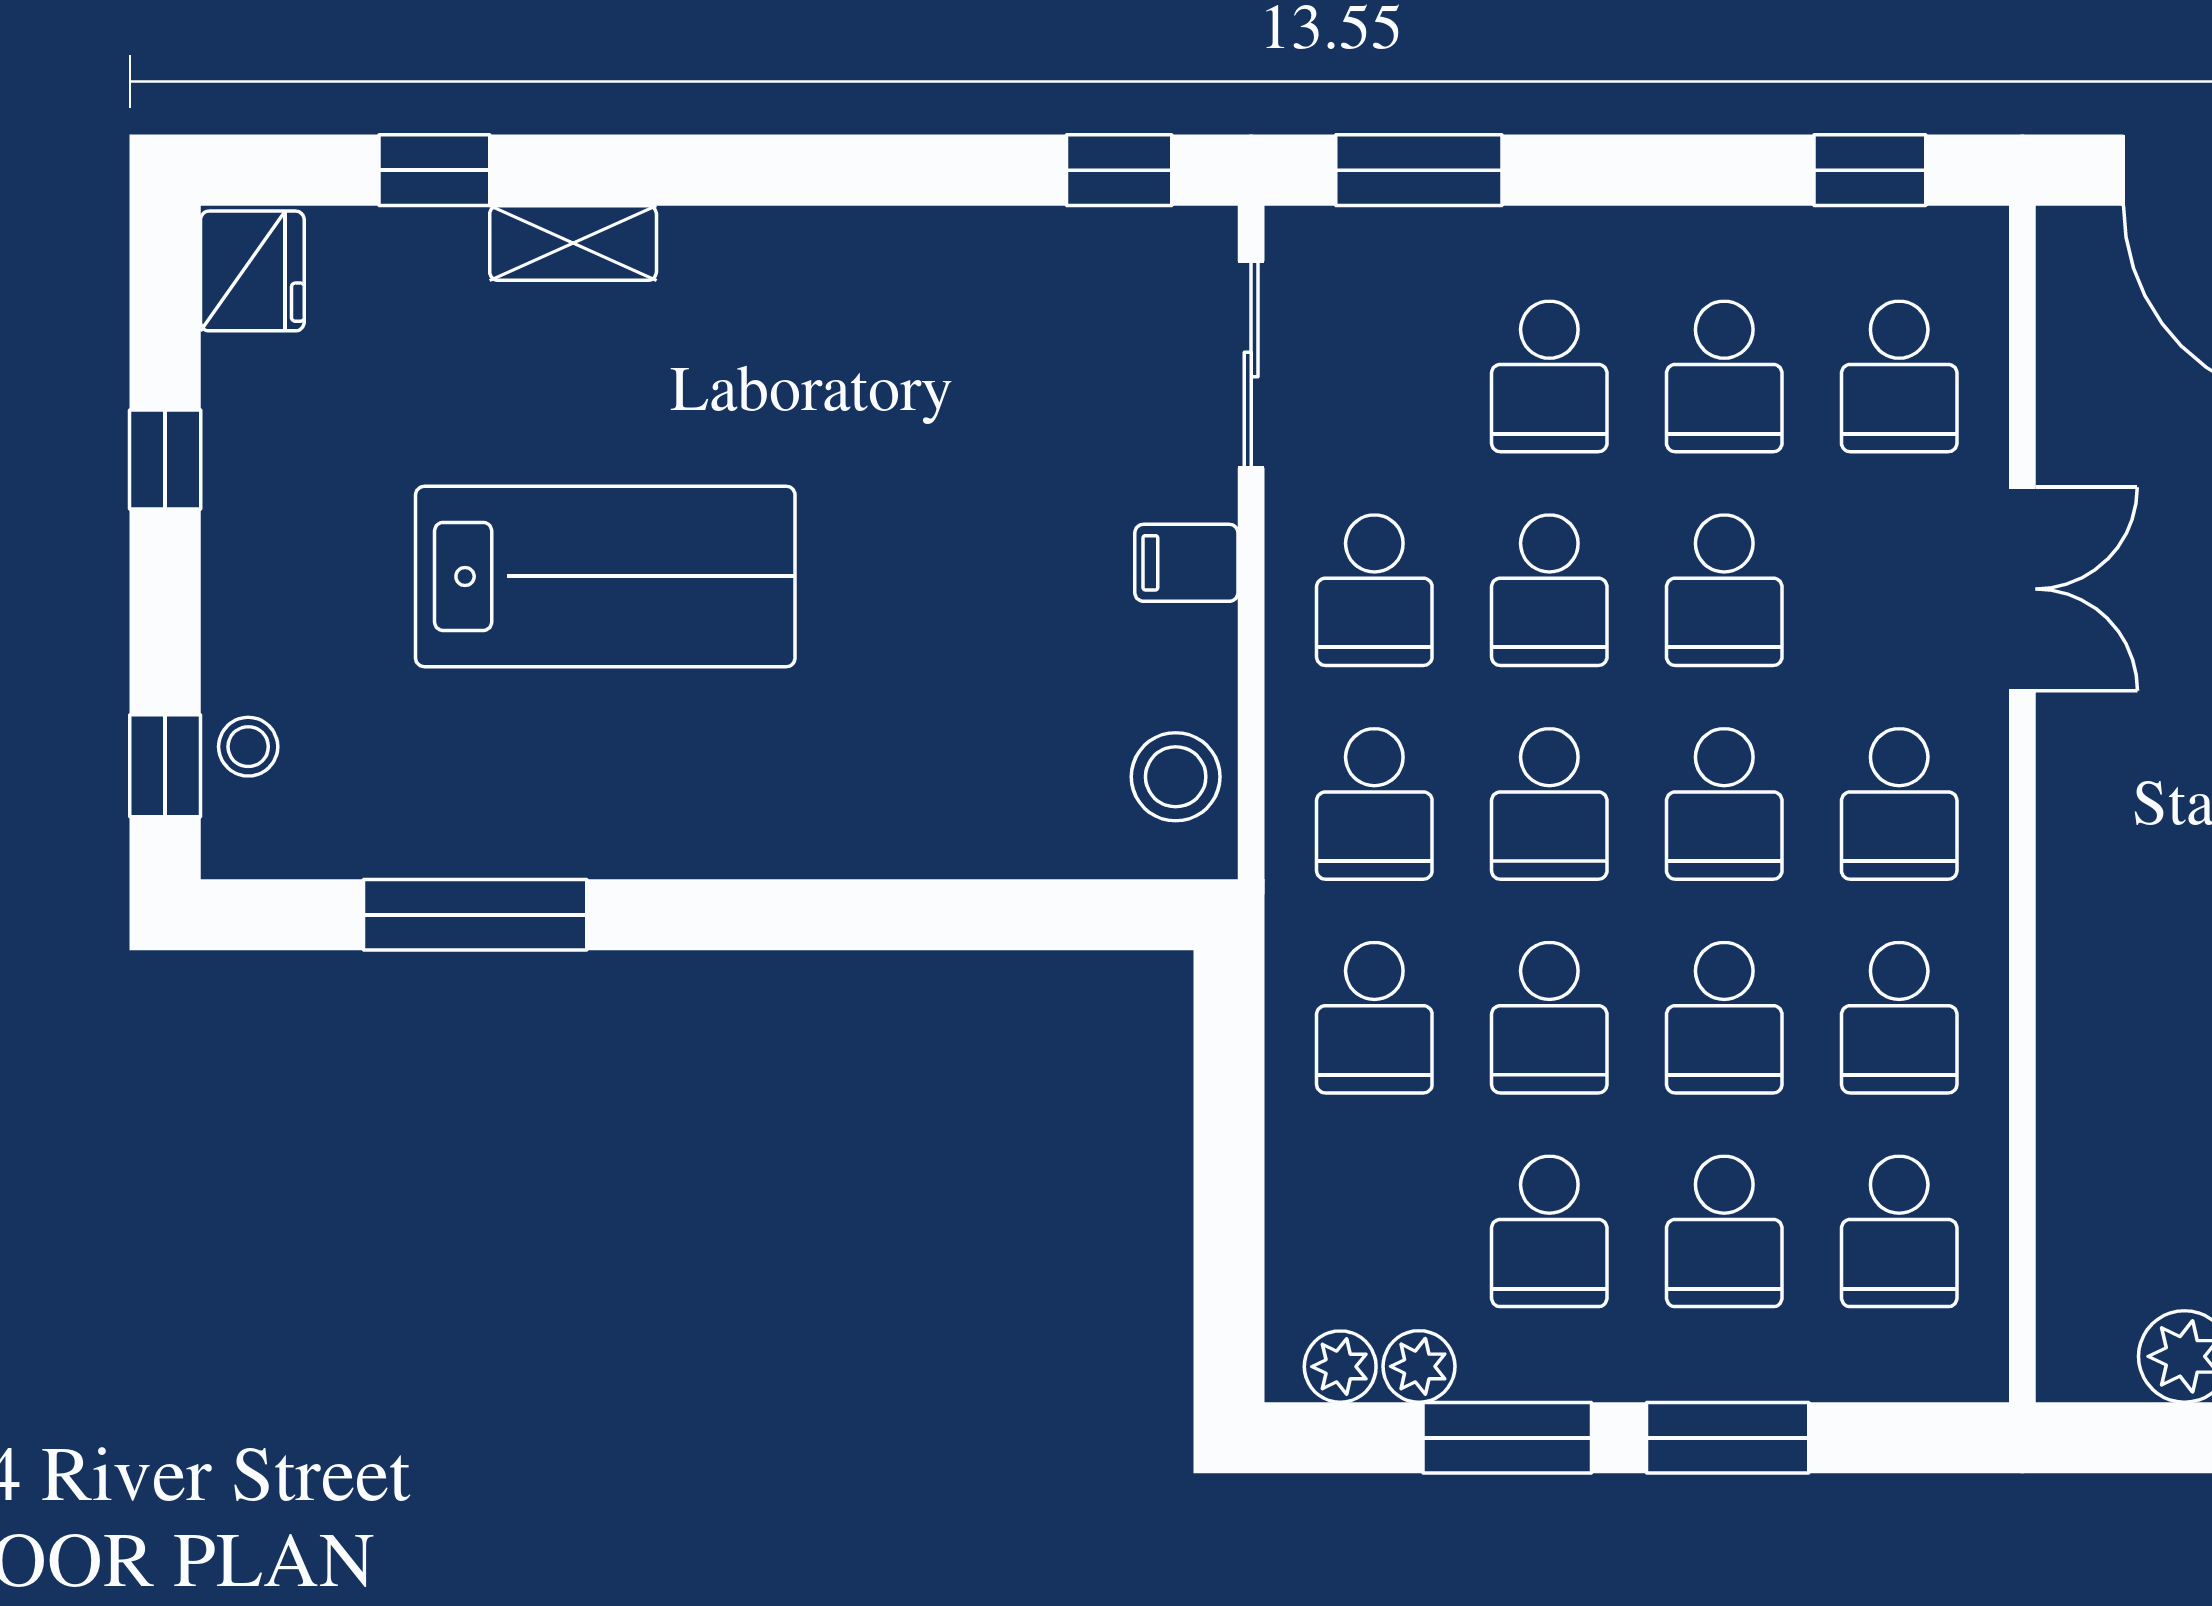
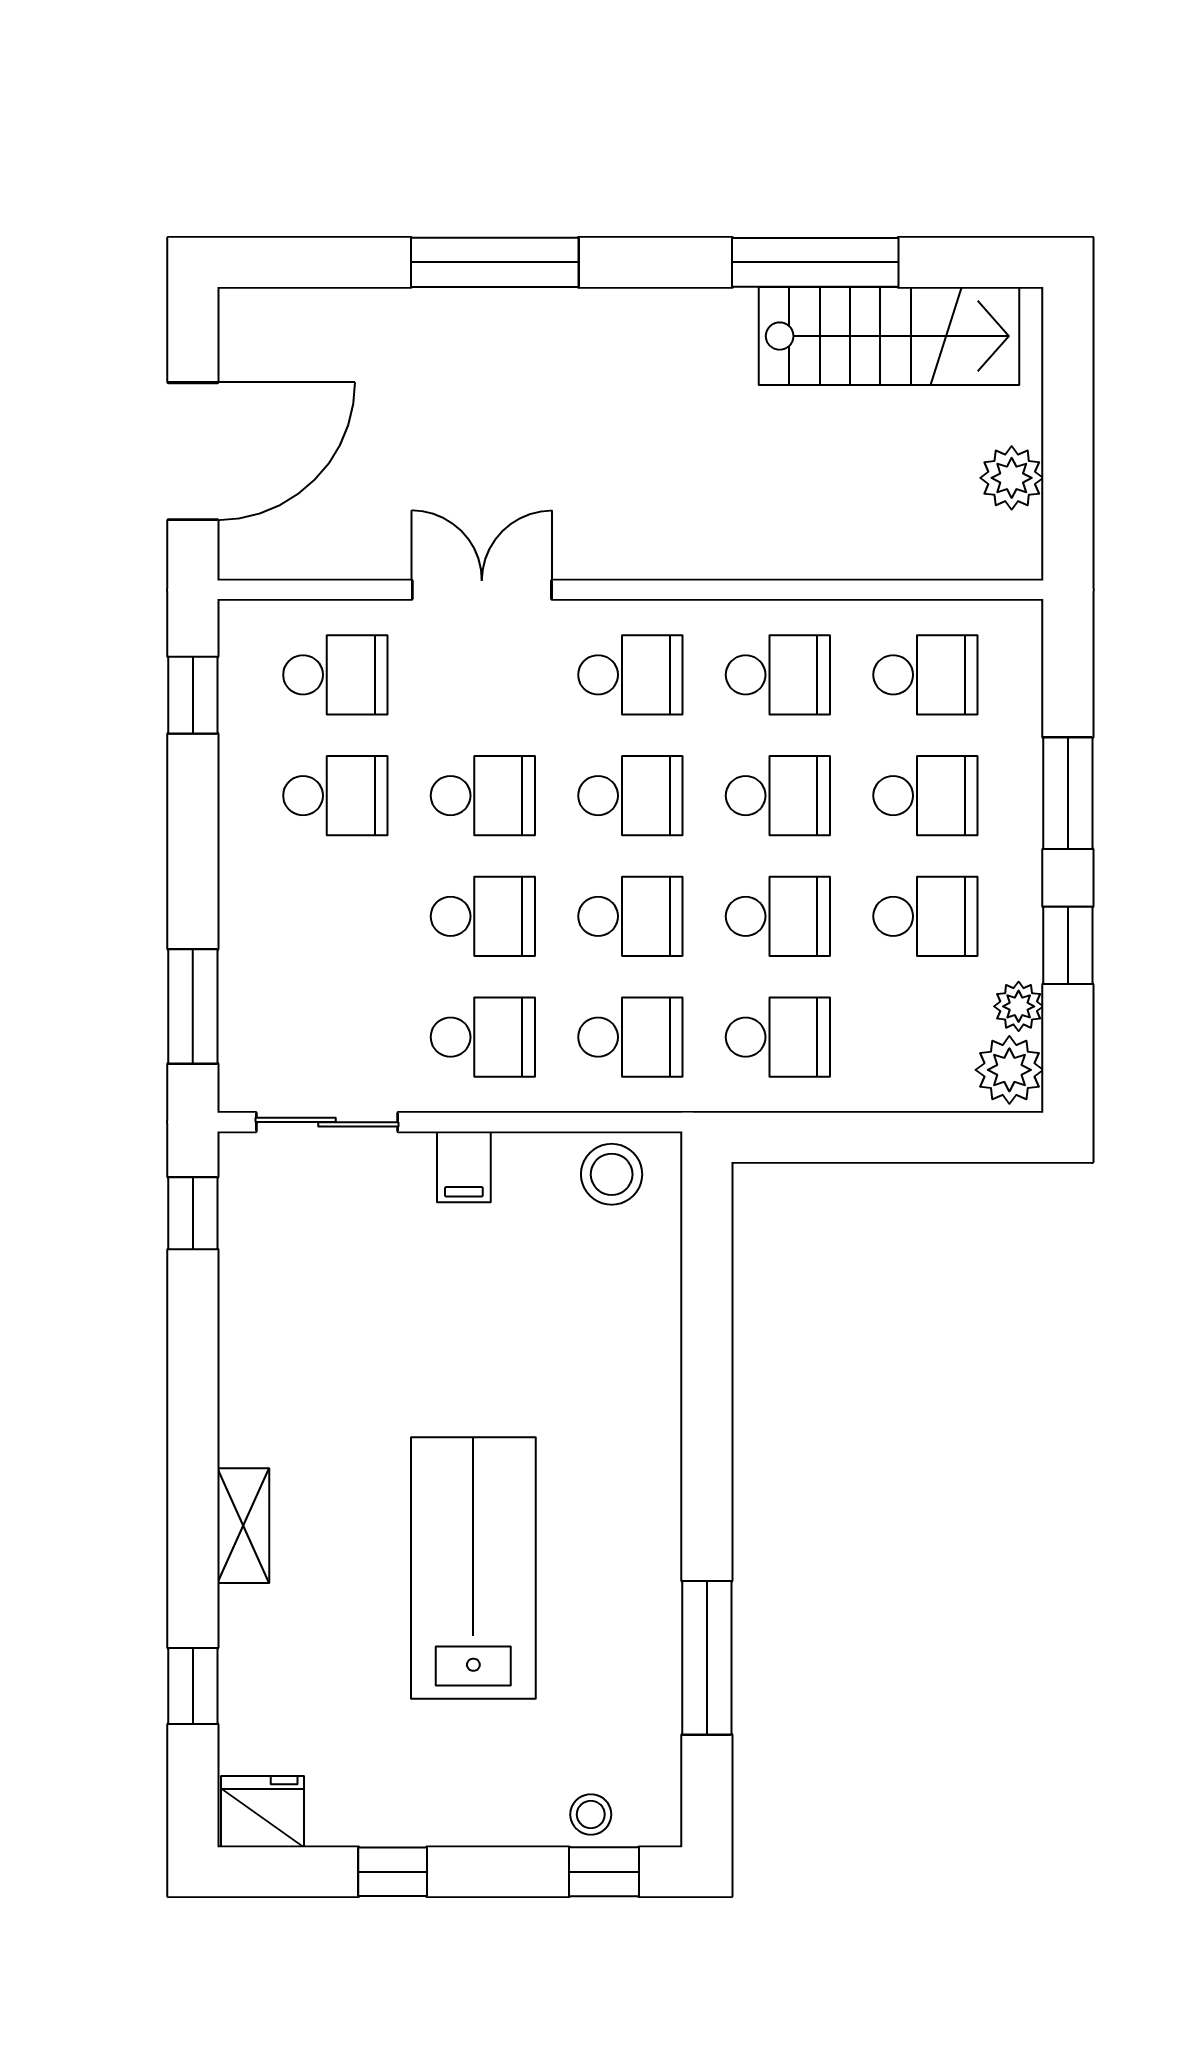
shelving: (573, 243) -> (243, 1526), moved
school desk: (1549, 376) -> (335, 916), removed
plant: (1340, 1367) -> (1009, 1070), width x1.38, depth x1.38
window: (1507, 1438) -> (1068, 945), width x0.67

